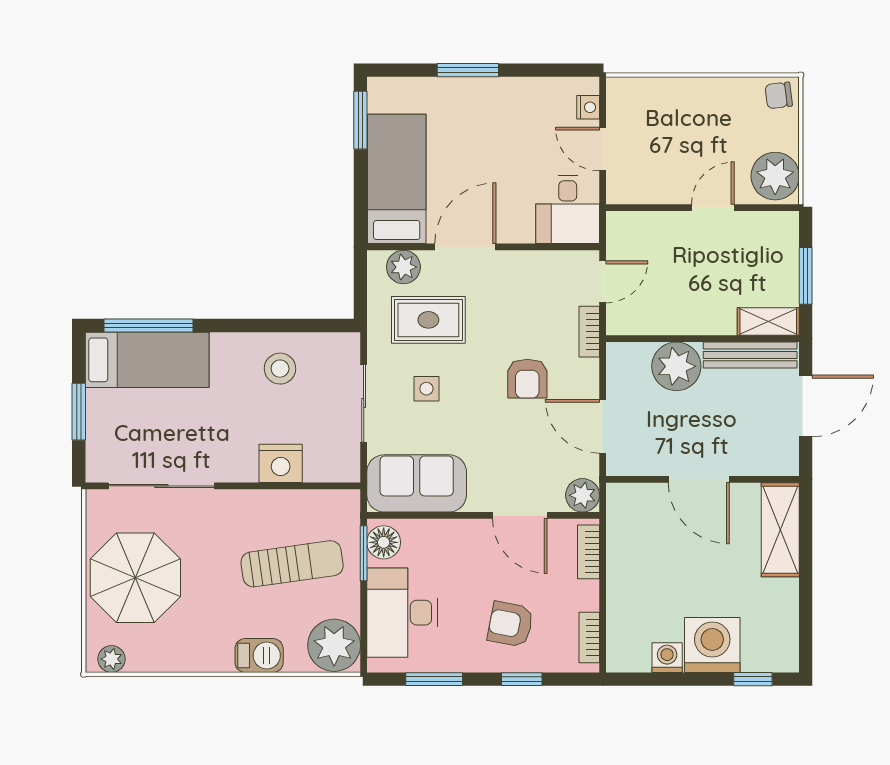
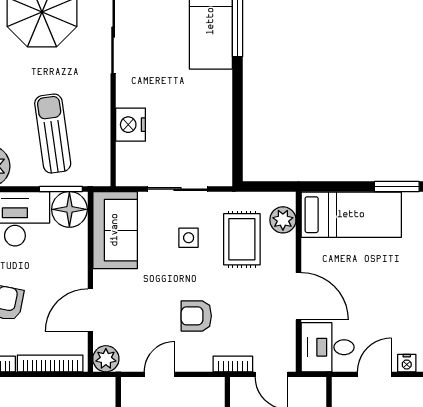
door: (465, 247) -> (298, 296), moved
stool: (280, 369) -> (204, 124), removed
door: (603, 426) -> (159, 374), width x0.73
floor lamp: (384, 542) -> (69, 209), width x1.38, depth x1.38
bookcase: (589, 552) -> (50, 363), width x1.56
sun lounger: (292, 564) -> (53, 134), turned 180

